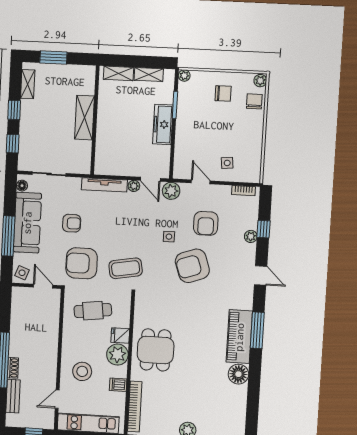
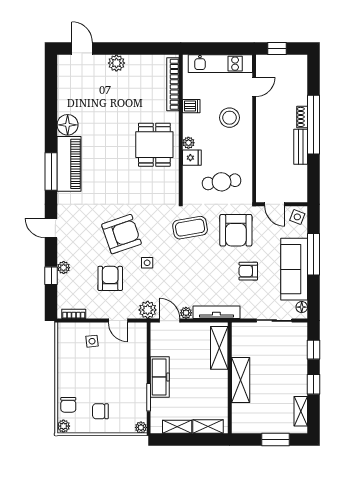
shelving: (104, 150) -> (219, 348), added
armchair: (82, 263) -> (236, 230), turned 90
plant: (117, 355) -> (188, 143), width x0.53, depth x0.53
bench: (13, 396) -> (301, 147), moved

